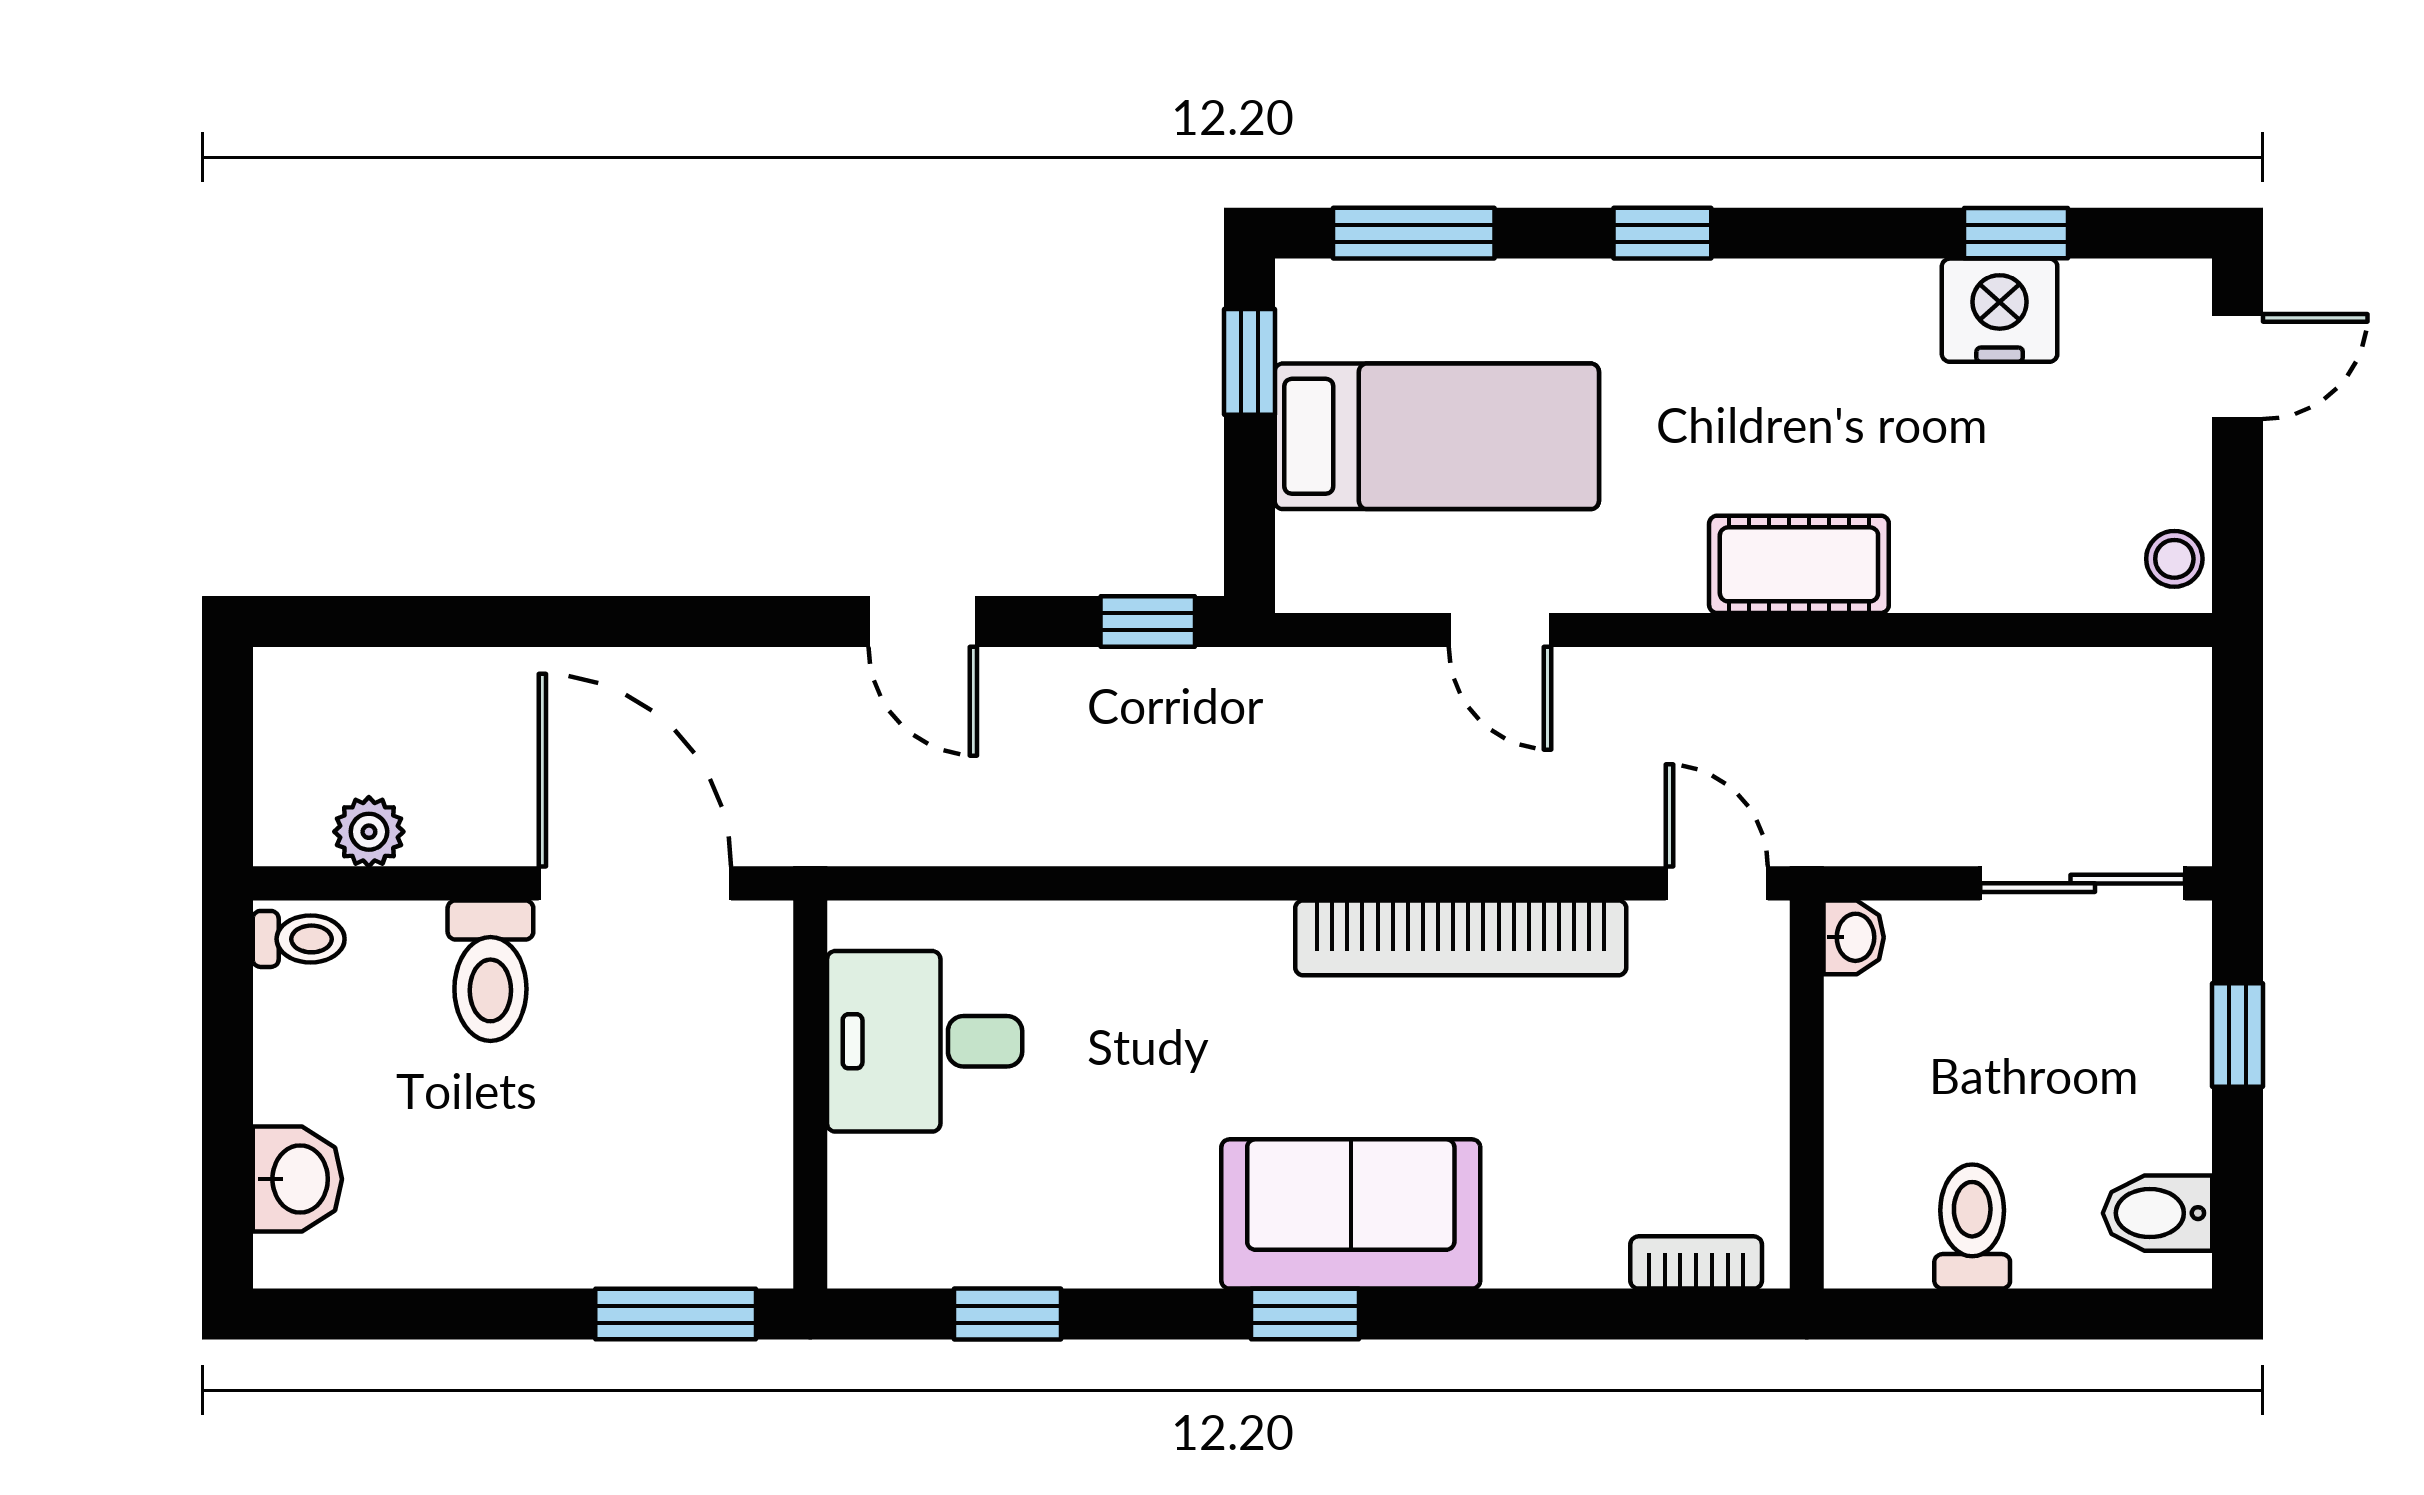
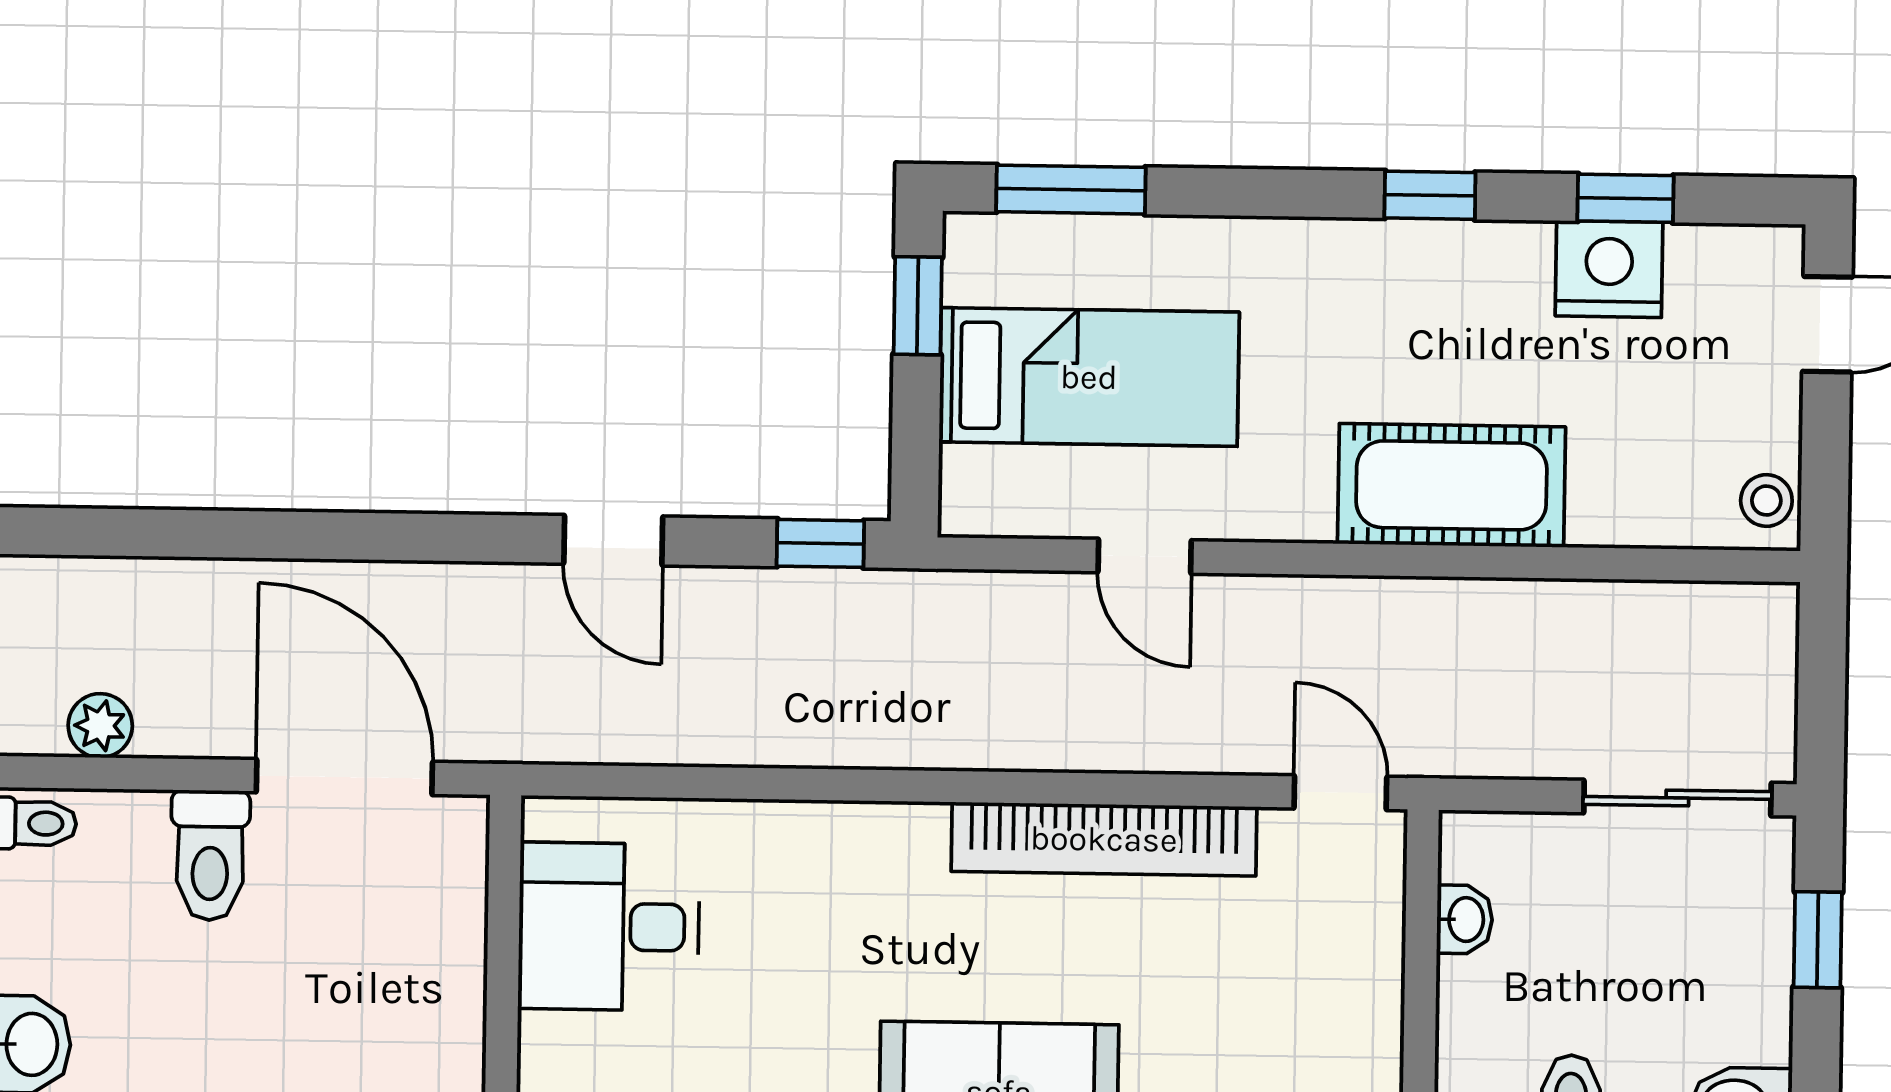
window: (1662, 233) -> (1430, 195), moved
cot: (1799, 564) -> (1451, 485), width x1.37, depth x1.34
washbasin: (1854, 937) -> (1465, 920), moved

